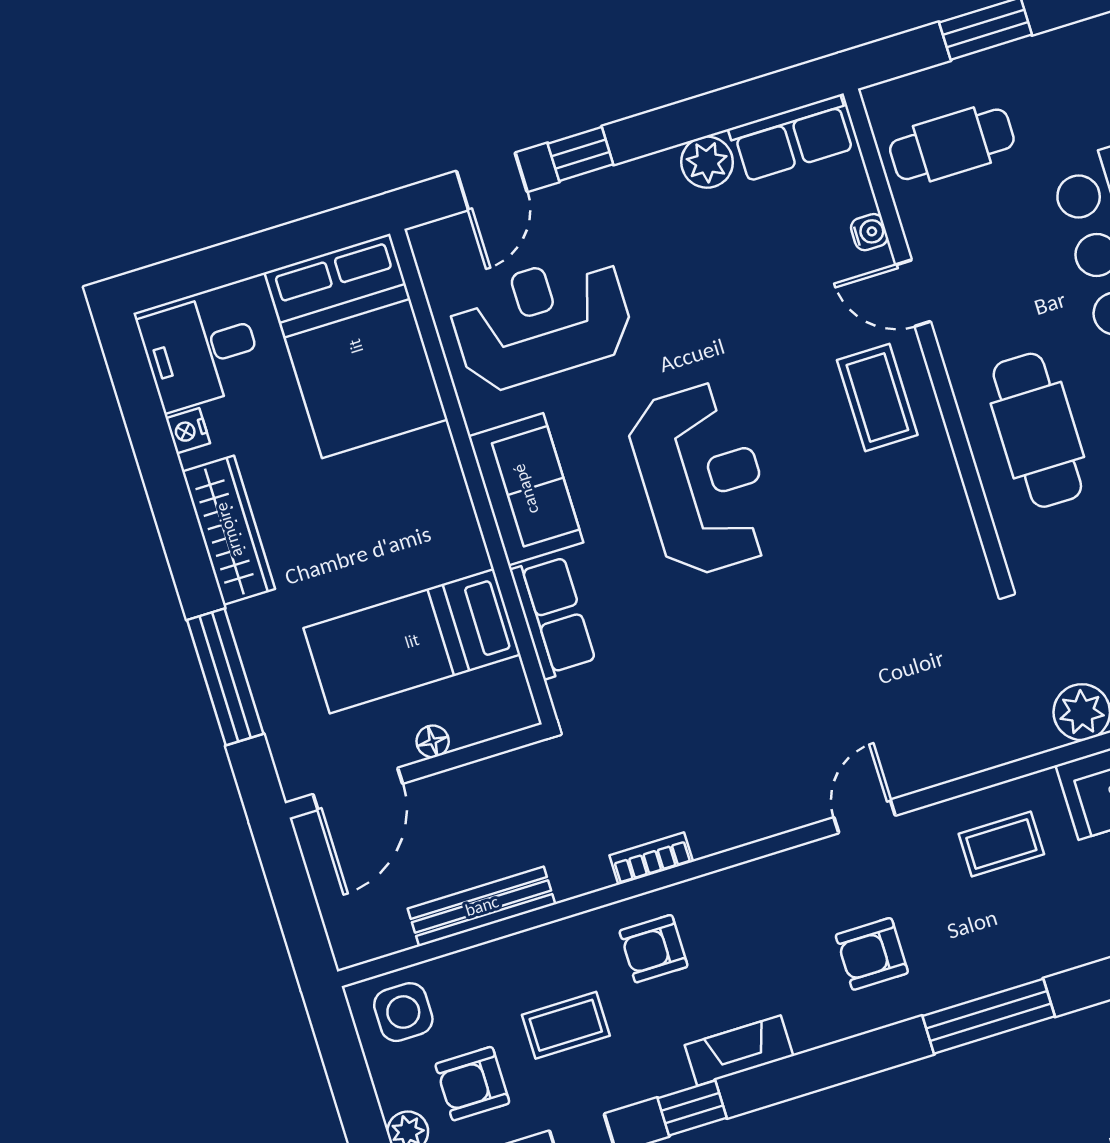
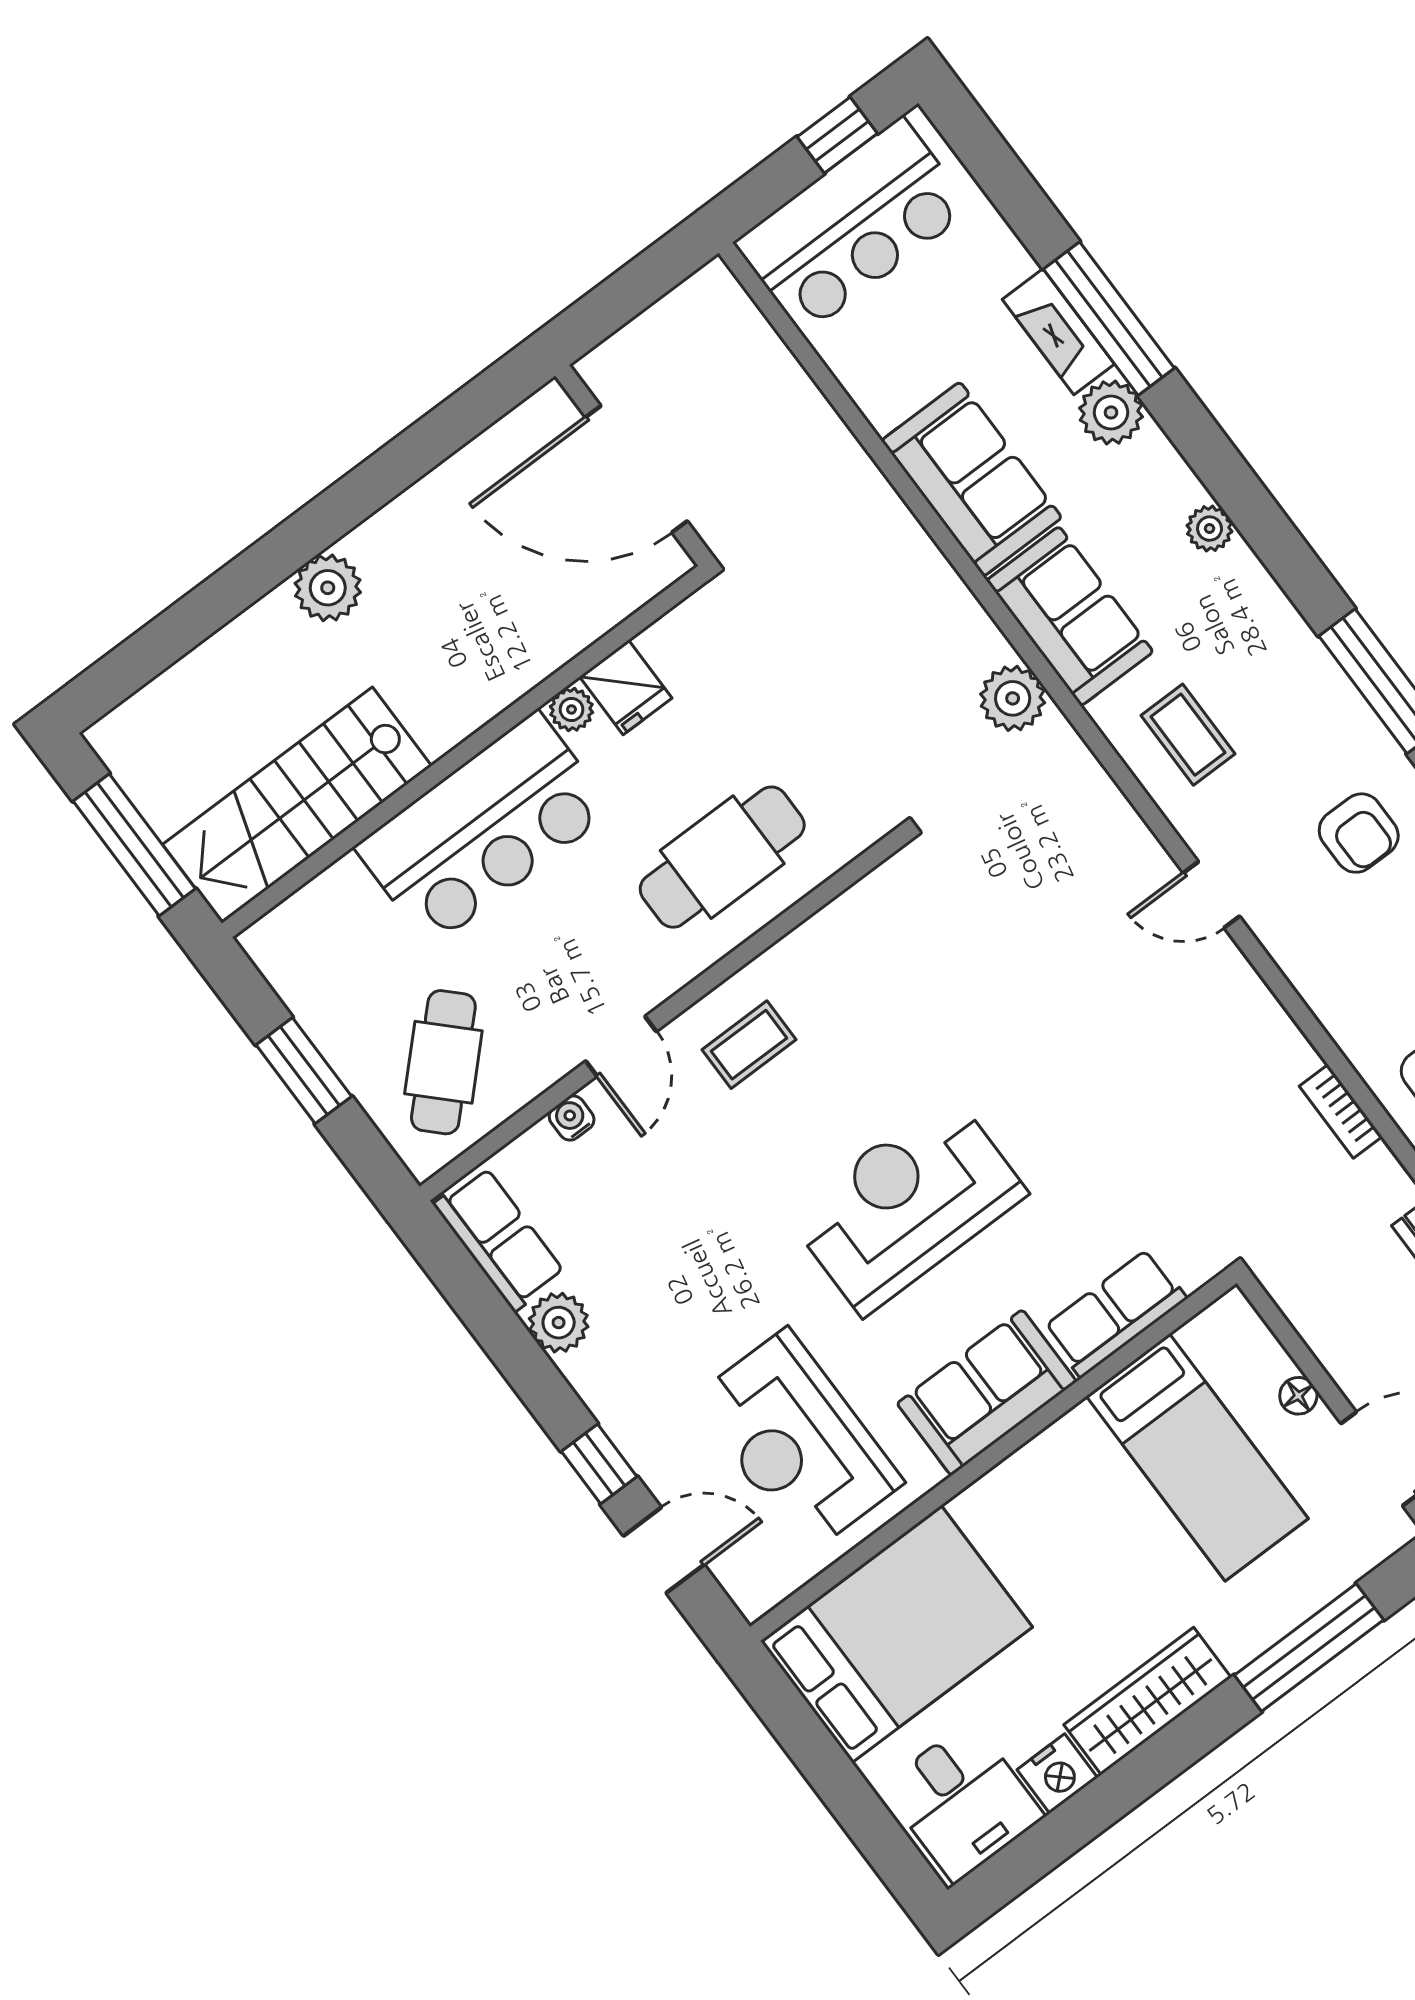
cafe table: (952, 144) -> (443, 1062), turned 45
coffee table: (877, 398) -> (749, 1045), width x0.73, depth x0.77
nightstand: (188, 431) -> (1057, 1774), width x1.39, depth x1.35

